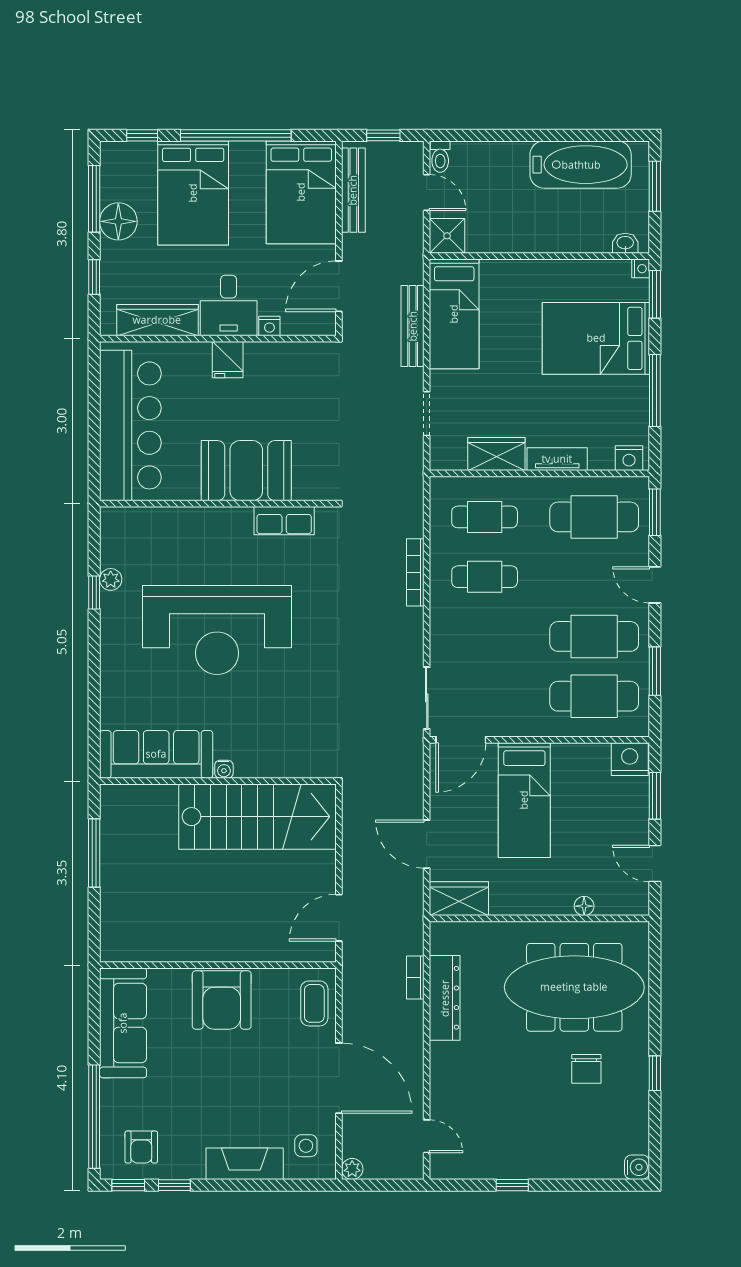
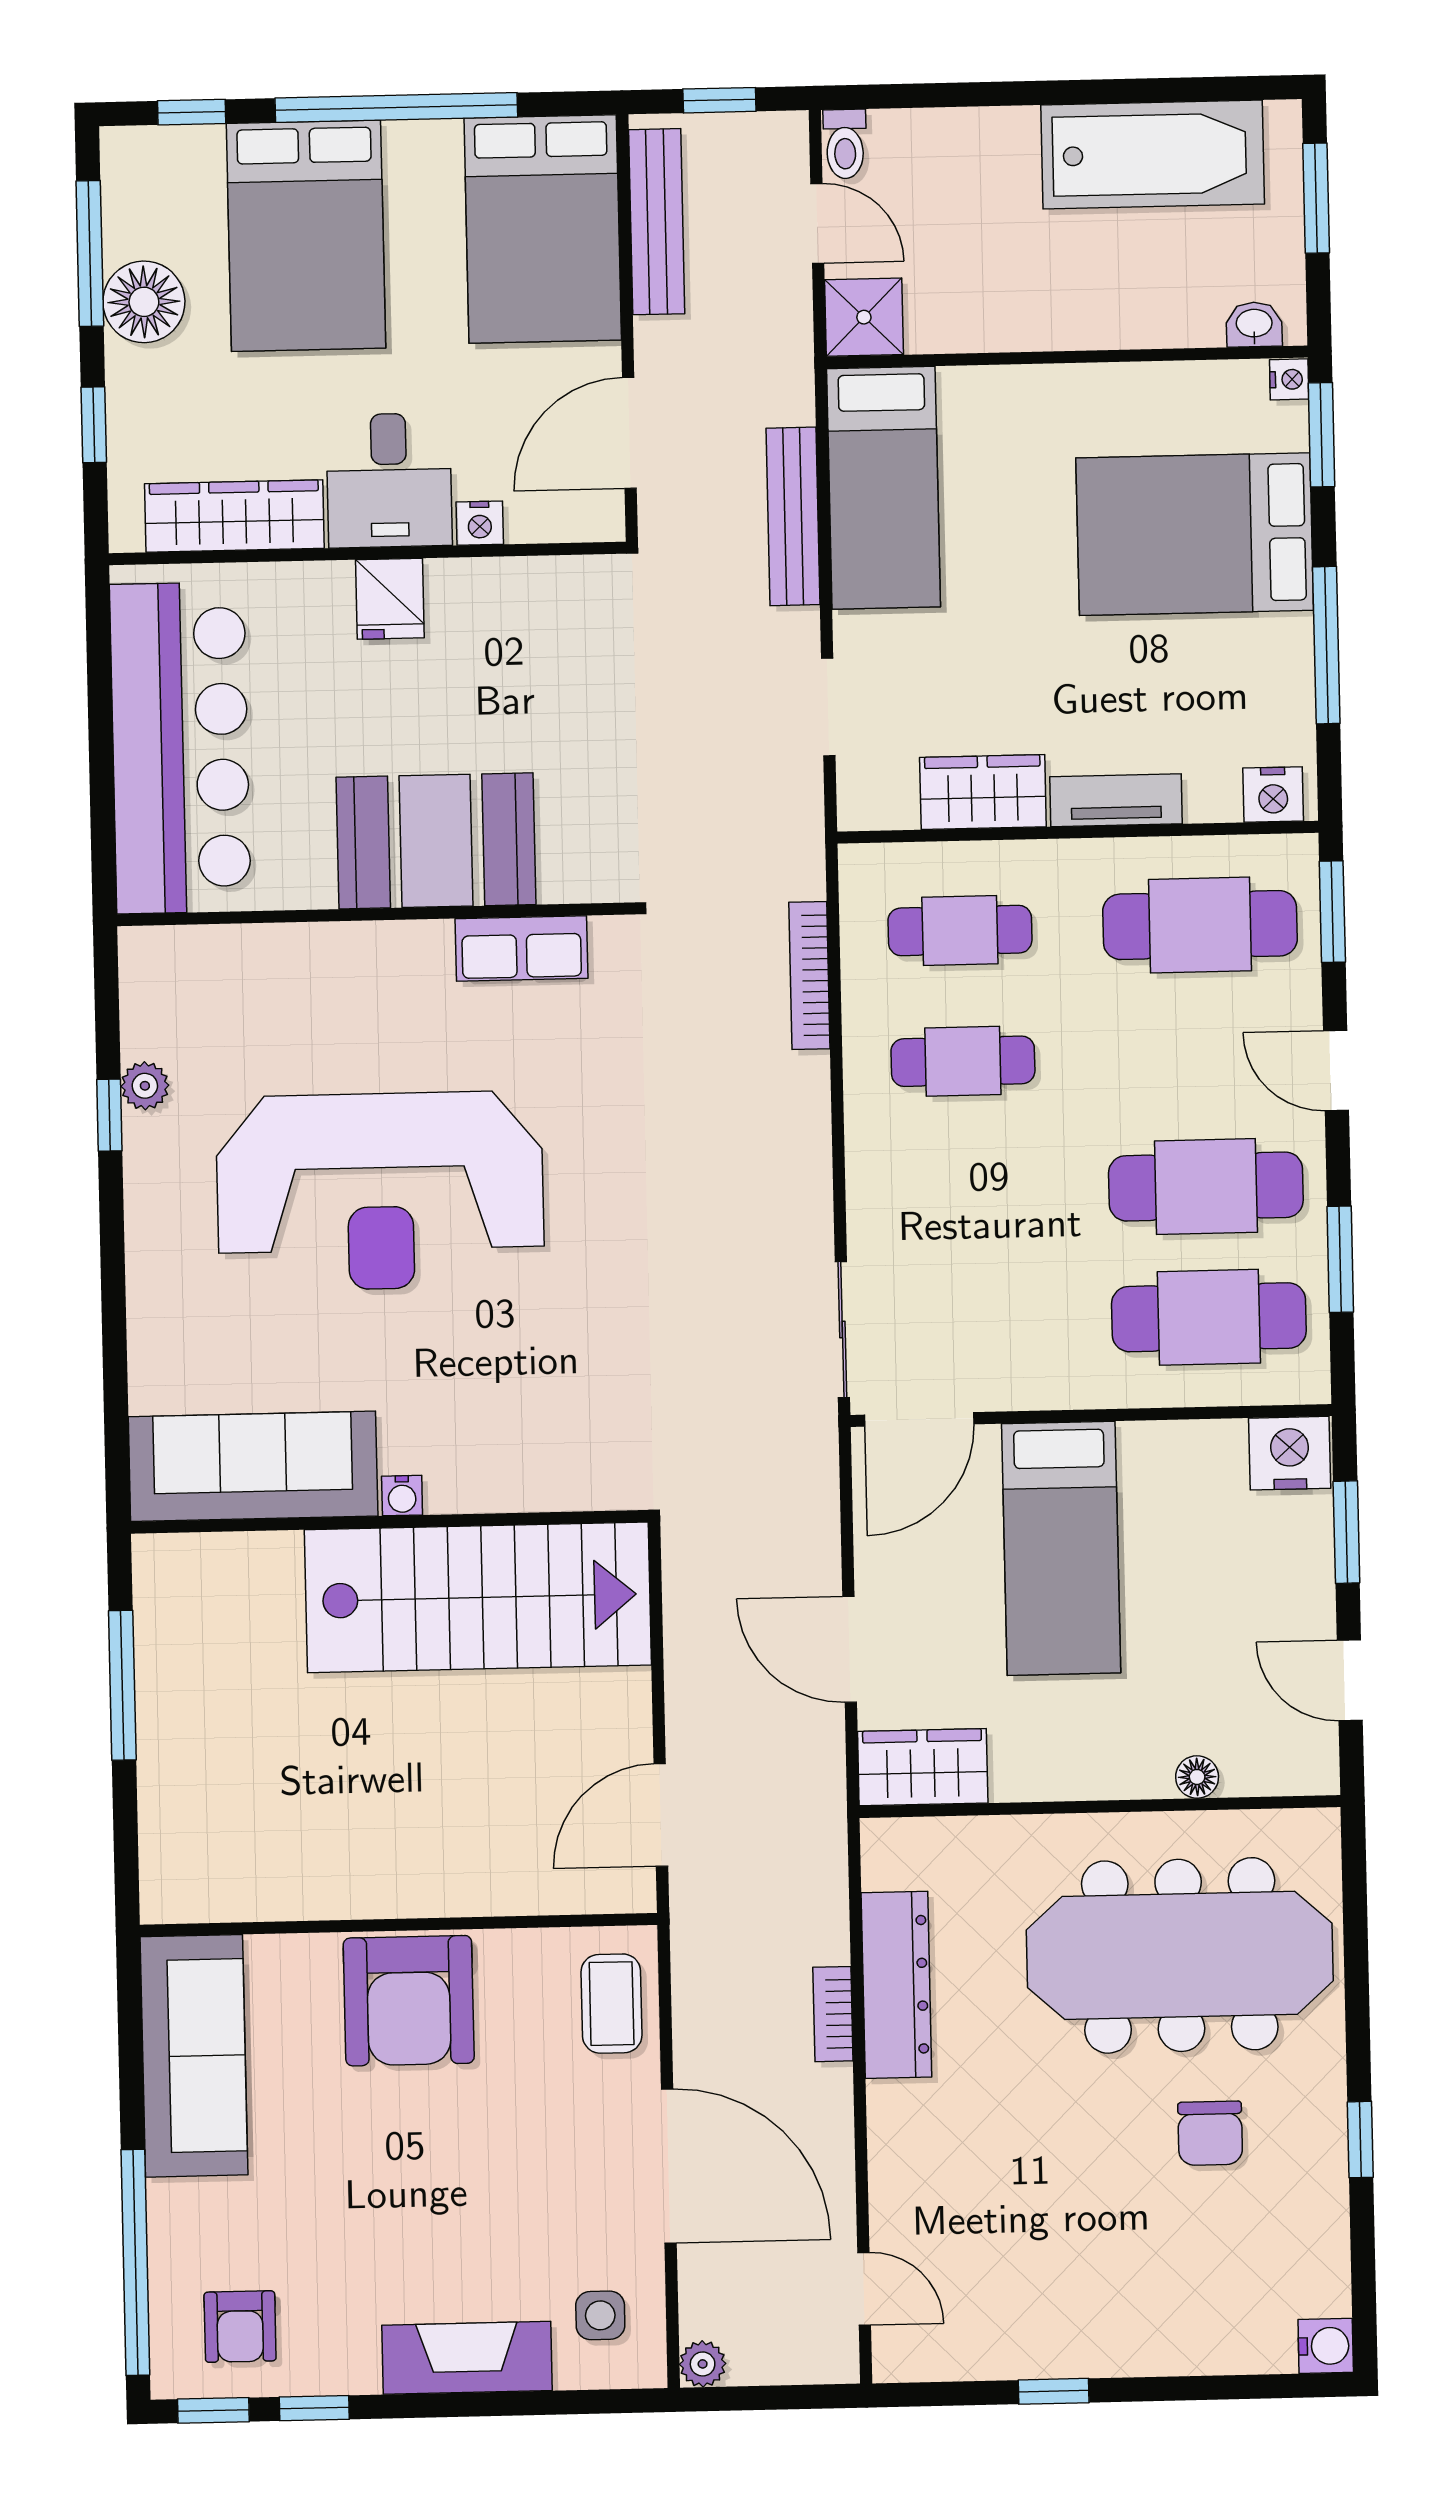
bookcase: (415, 572) -> (809, 976), moved
bookcase: (415, 977) -> (833, 2014), moved

